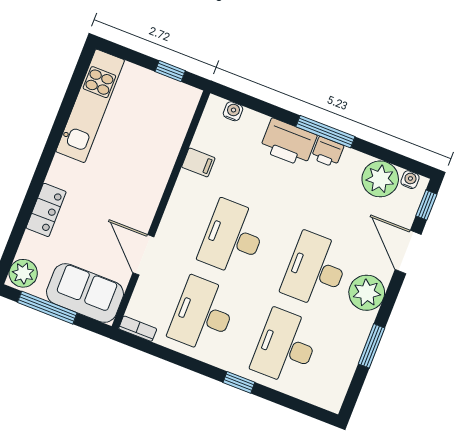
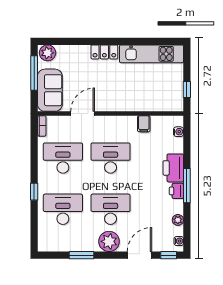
plant: (380, 179) -> (178, 220), width x0.53, depth x0.53
locker: (46, 210) -> (104, 52), moved

